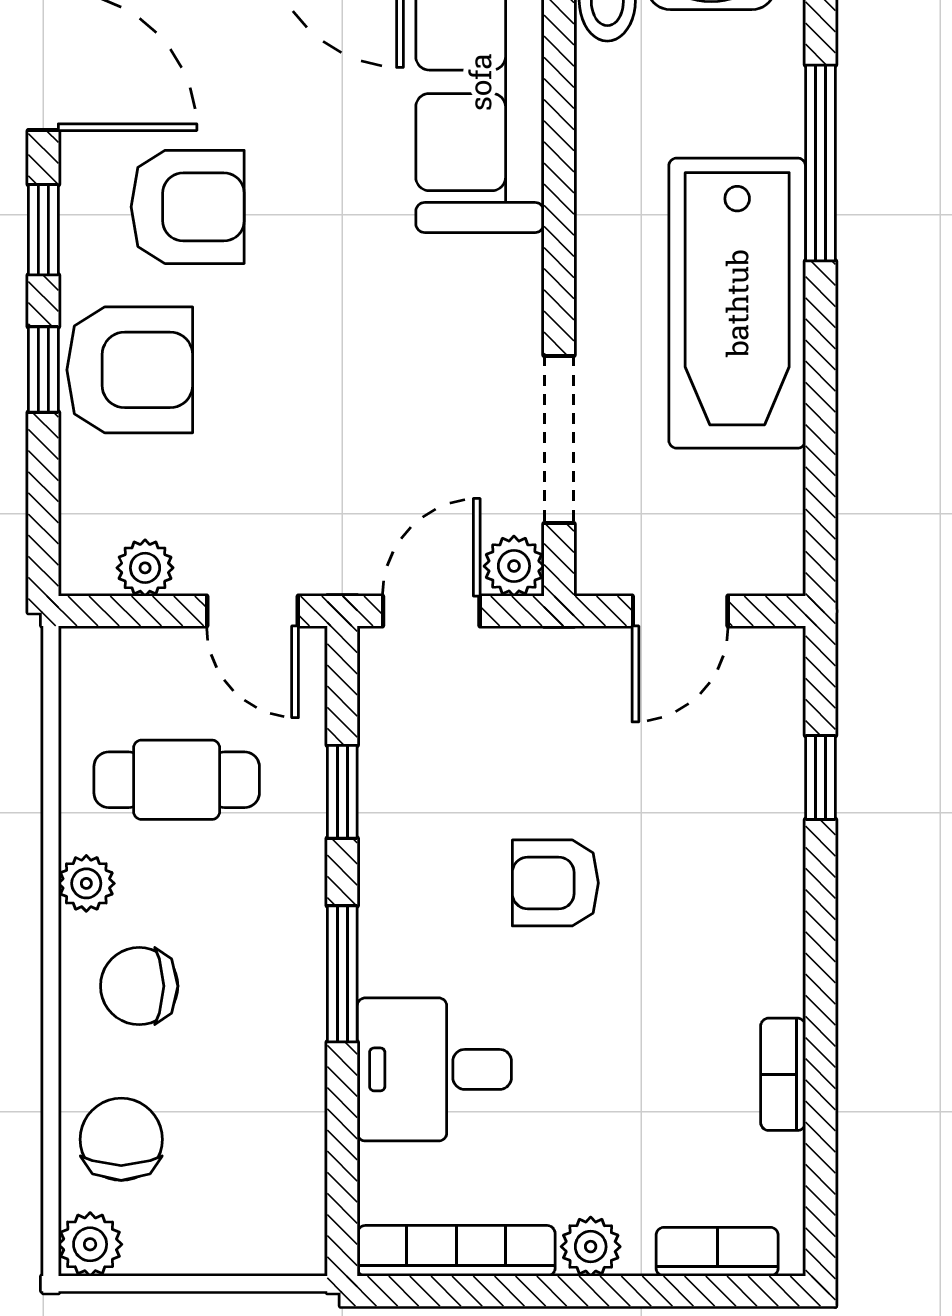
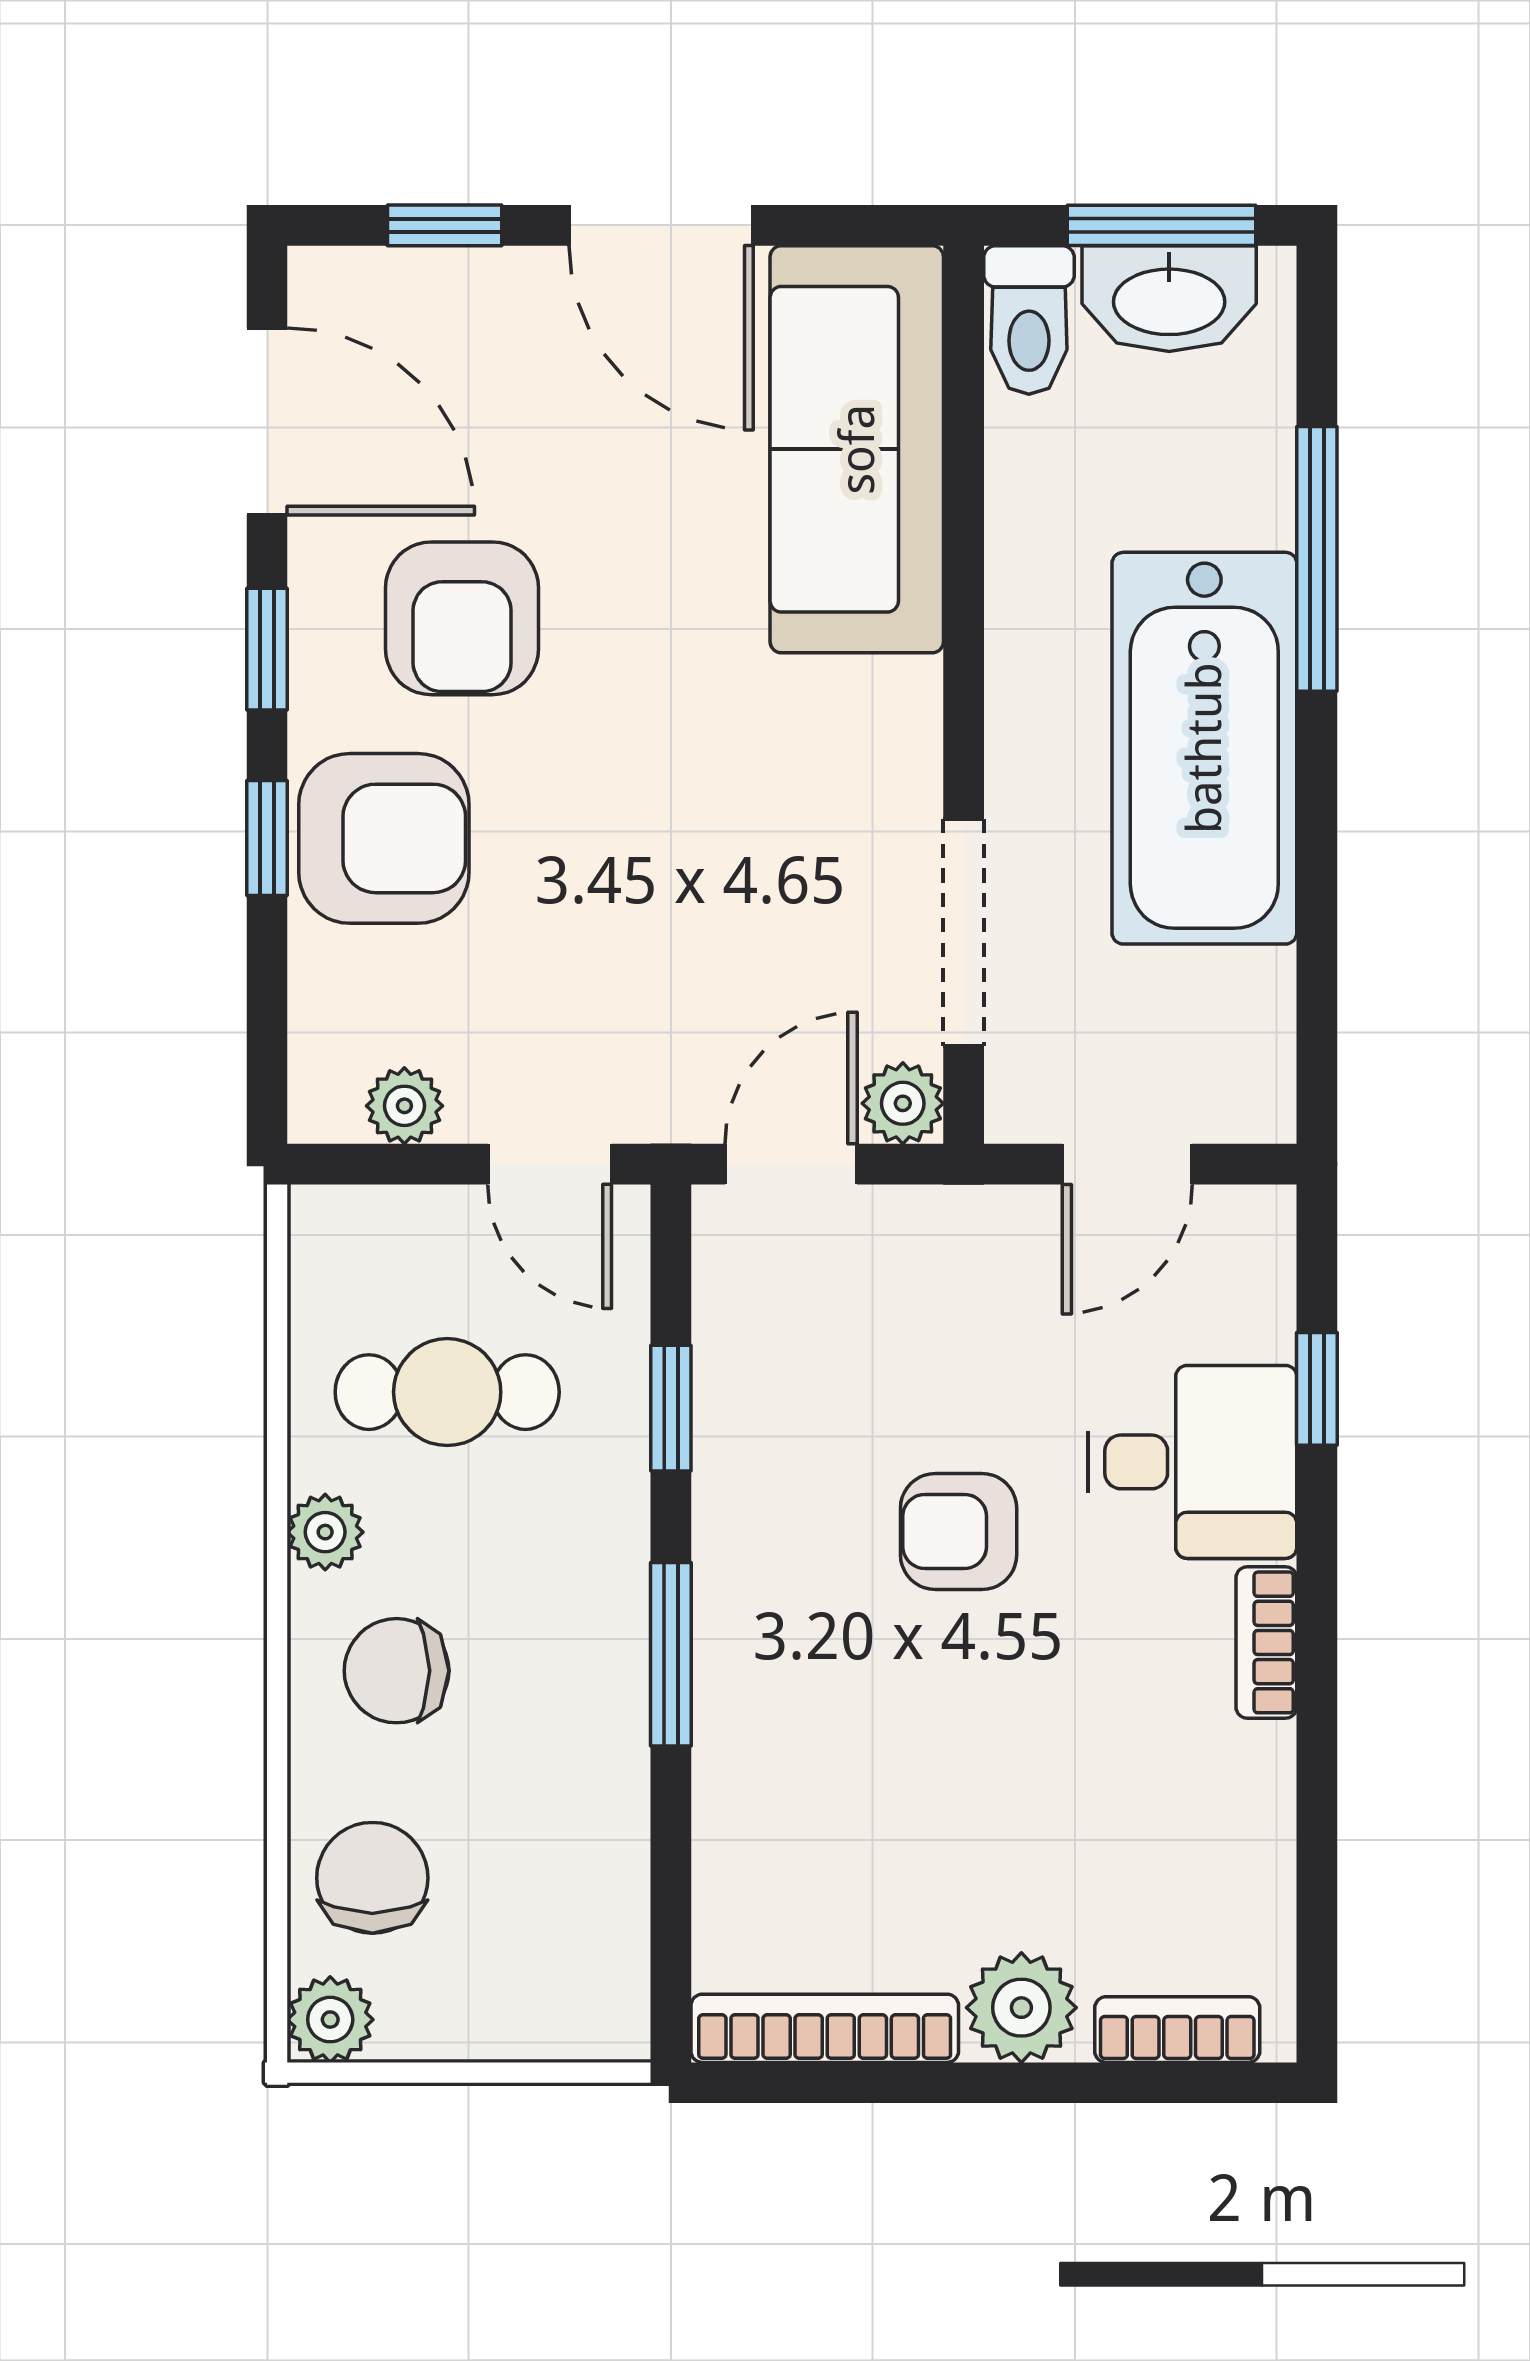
armchair: (188, 207) -> (462, 618), turned 90
desk: (434, 1069) -> (1192, 1462), moved, turned 180
bookcase: (783, 1074) -> (1266, 1642), moved
plant: (591, 1247) -> (1021, 2008), width x1.38, depth x1.38

